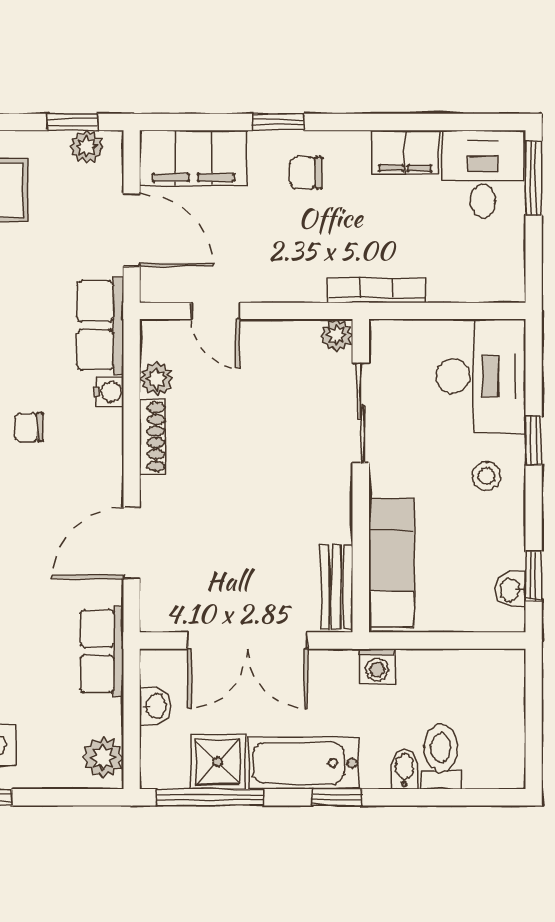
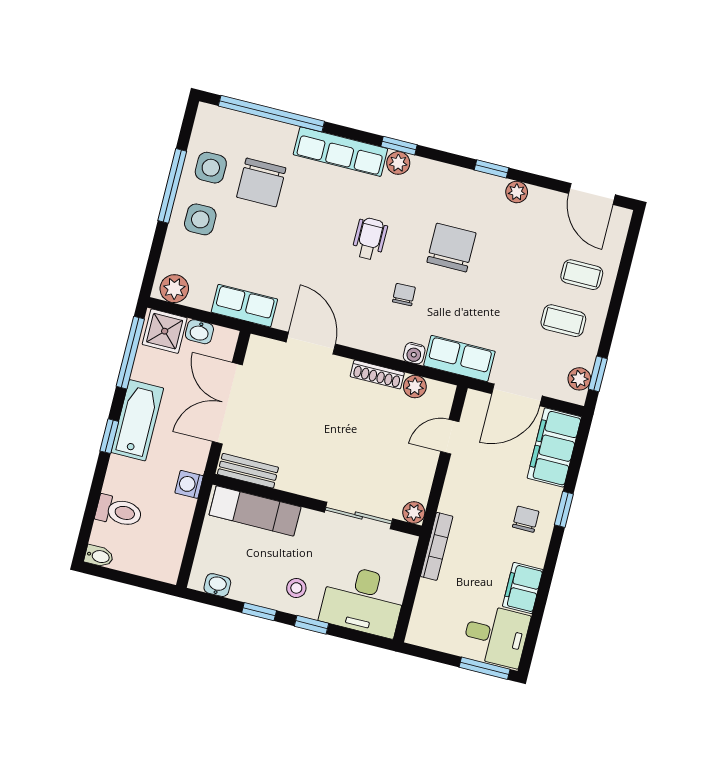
window: (534, 576) -> (259, 612), moved
shower: (218, 762) -> (165, 331), moved
bidet: (404, 769) -> (99, 556), moved

